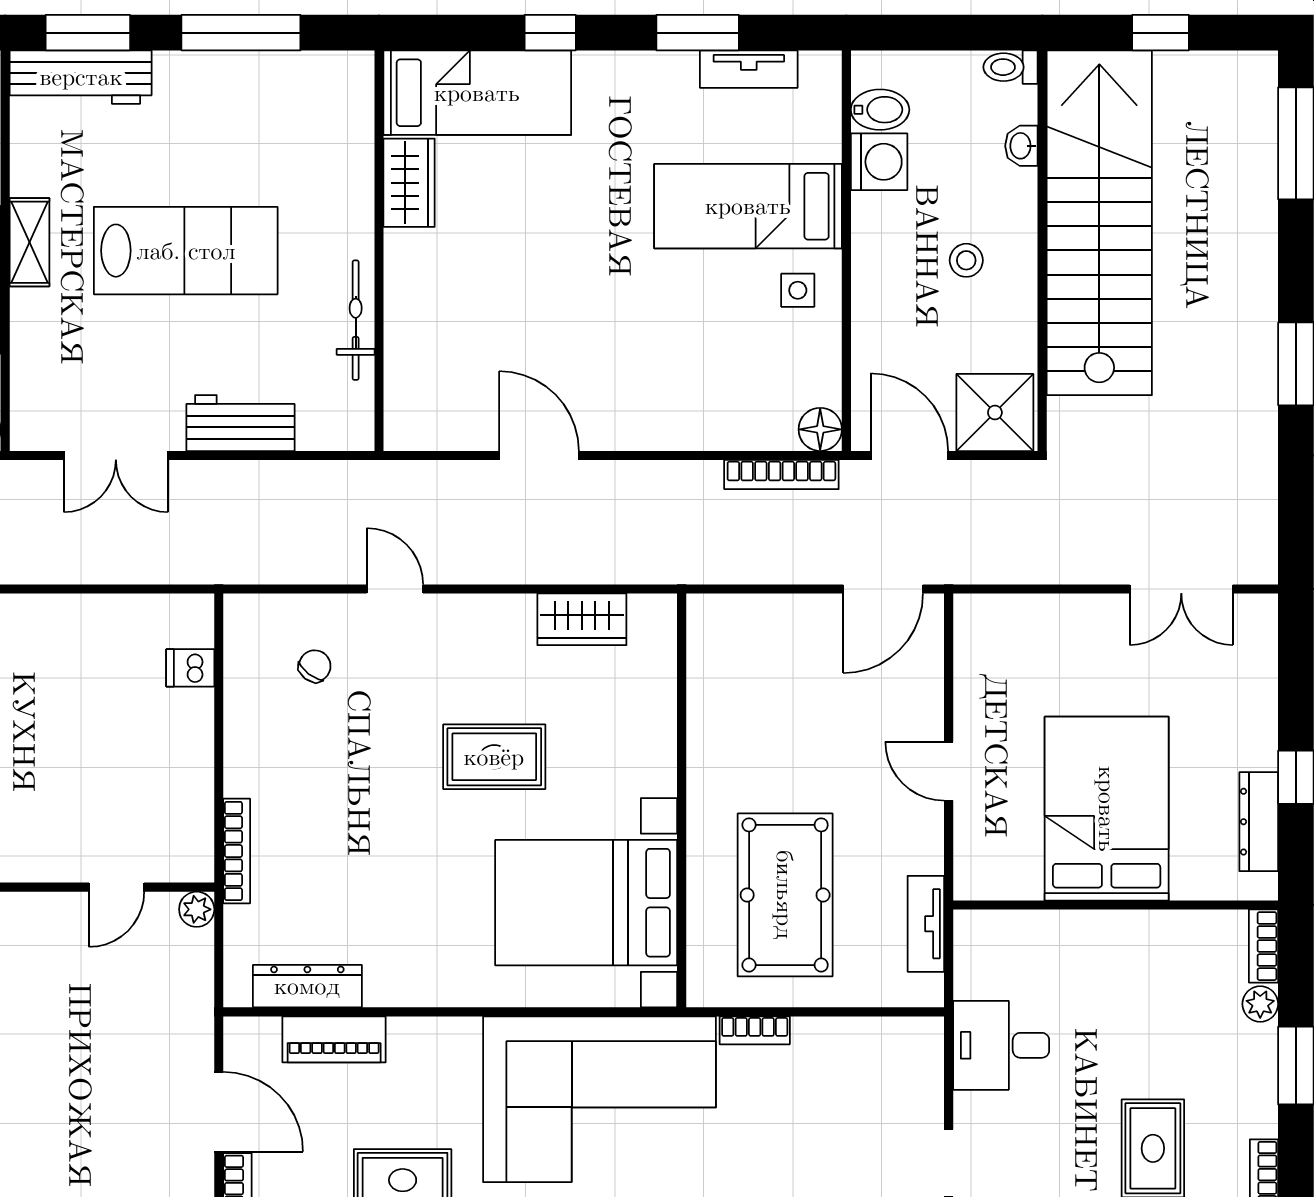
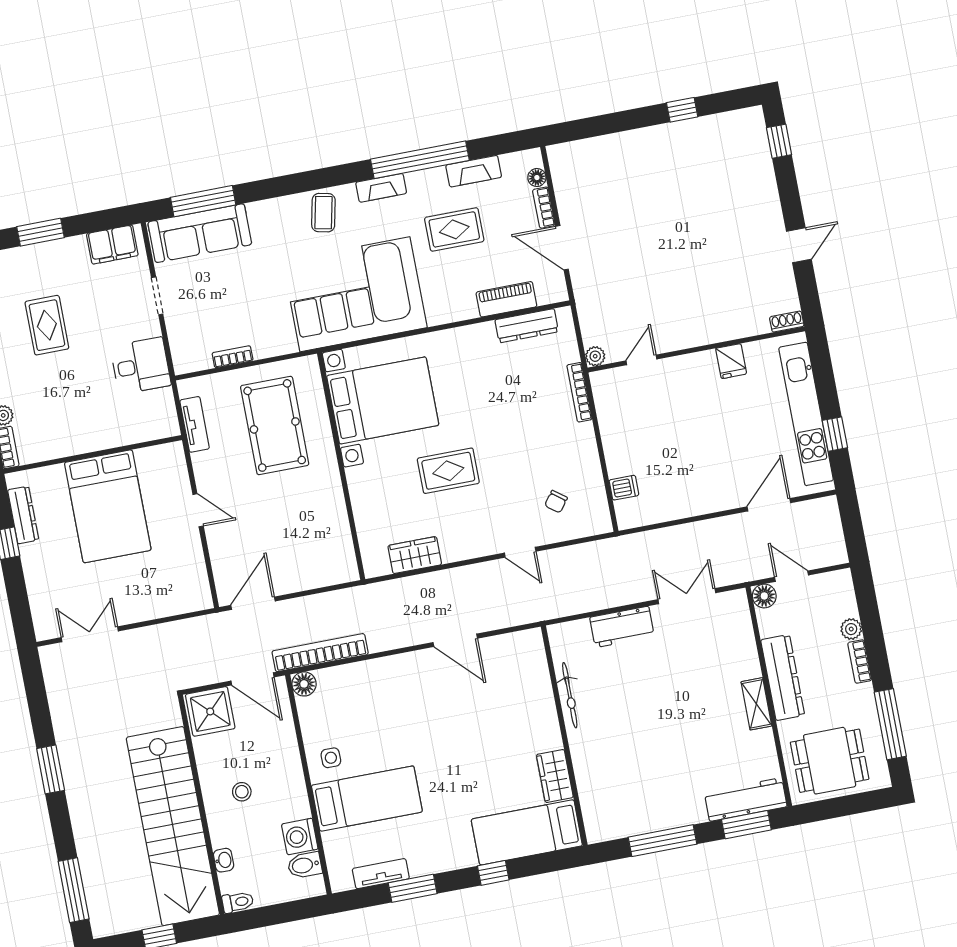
lab bench: (186, 251) -> (670, 716), removed
bookcase: (781, 475) -> (320, 653), width x1.48, depth x1.31
bookcase: (755, 1030) -> (233, 357), moved

